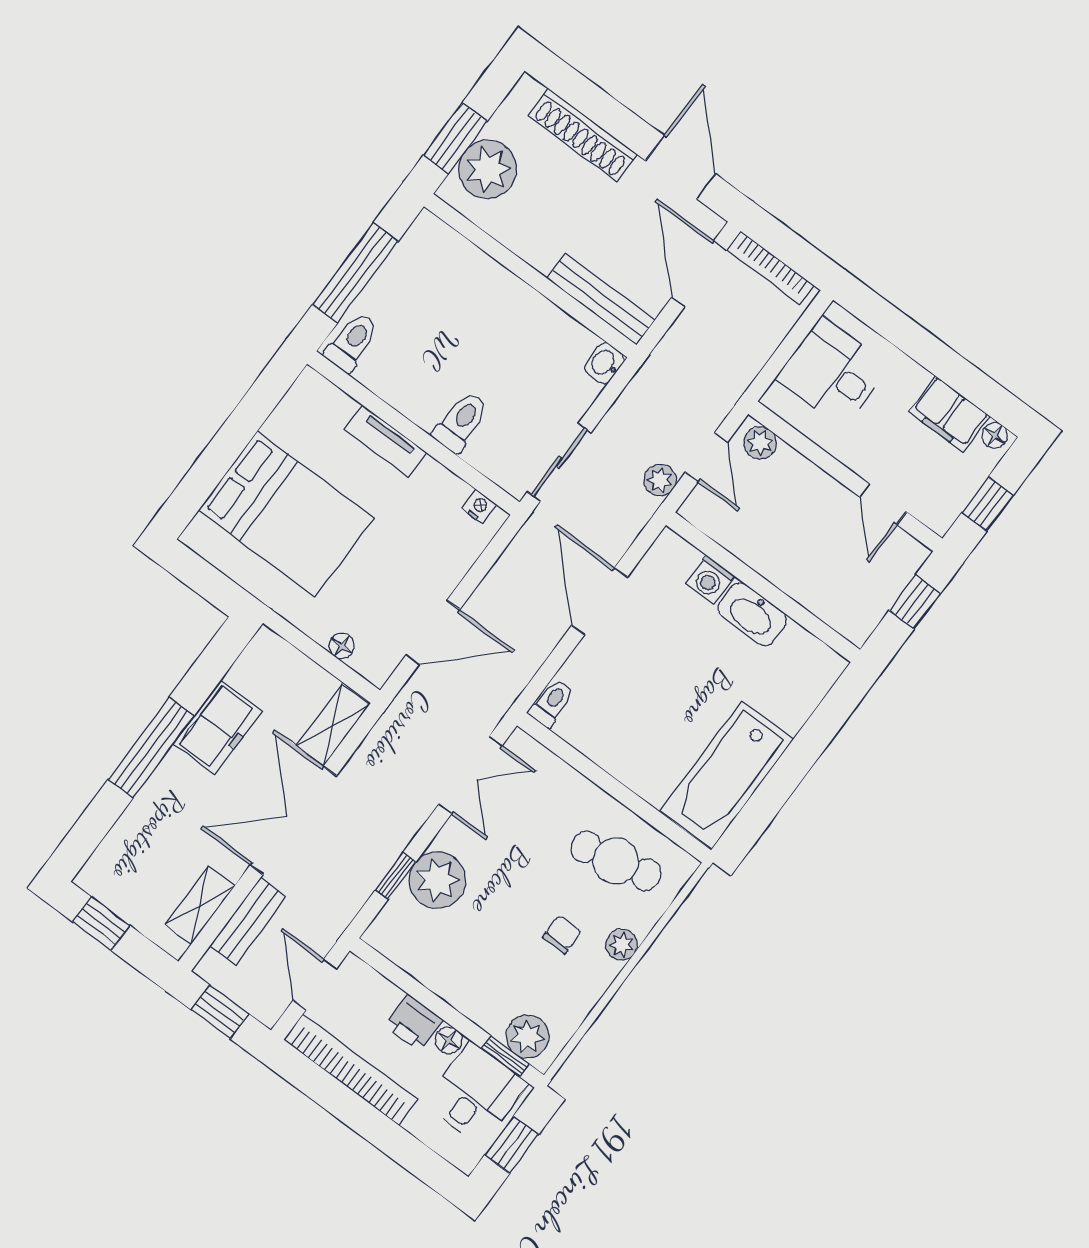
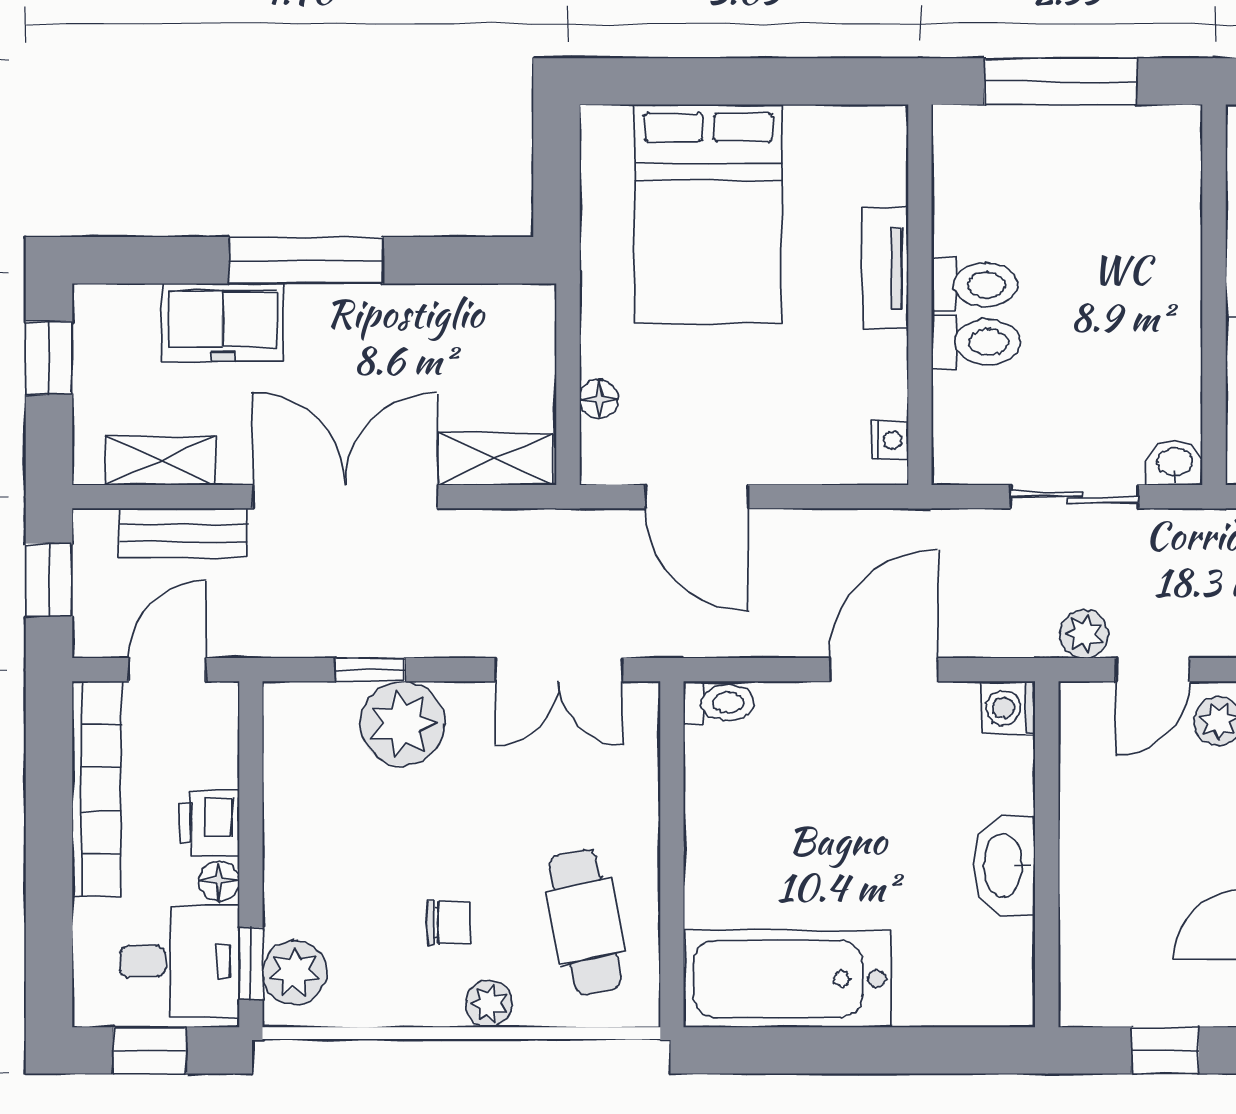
toilet: (352, 342) -> (974, 285), moved
sliding door: (559, 462) -> (1074, 497), moved
washing machine: (710, 580) -> (1009, 708), moved
freezer: (218, 727) -> (223, 322), moved

